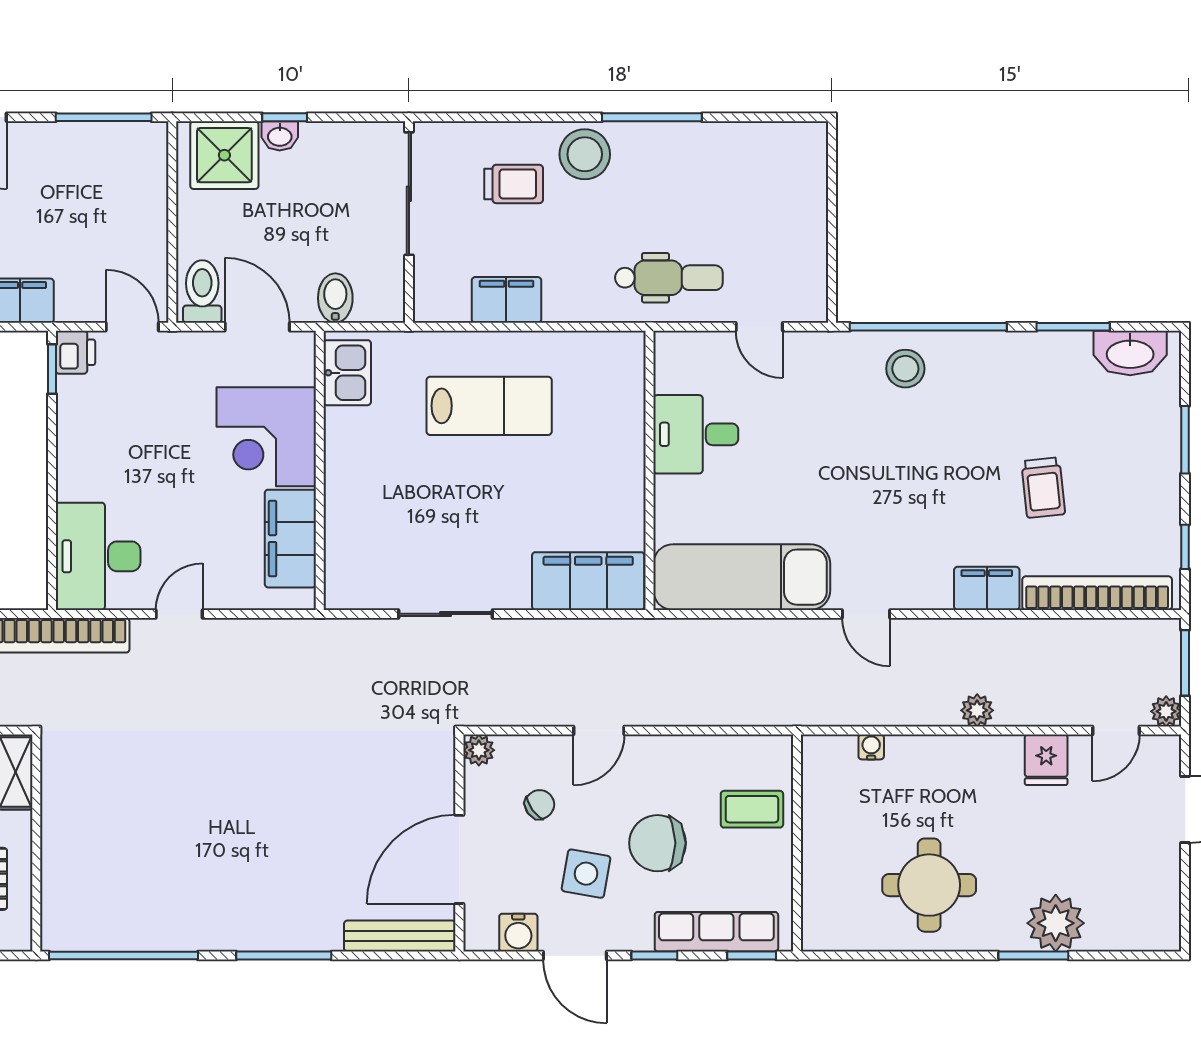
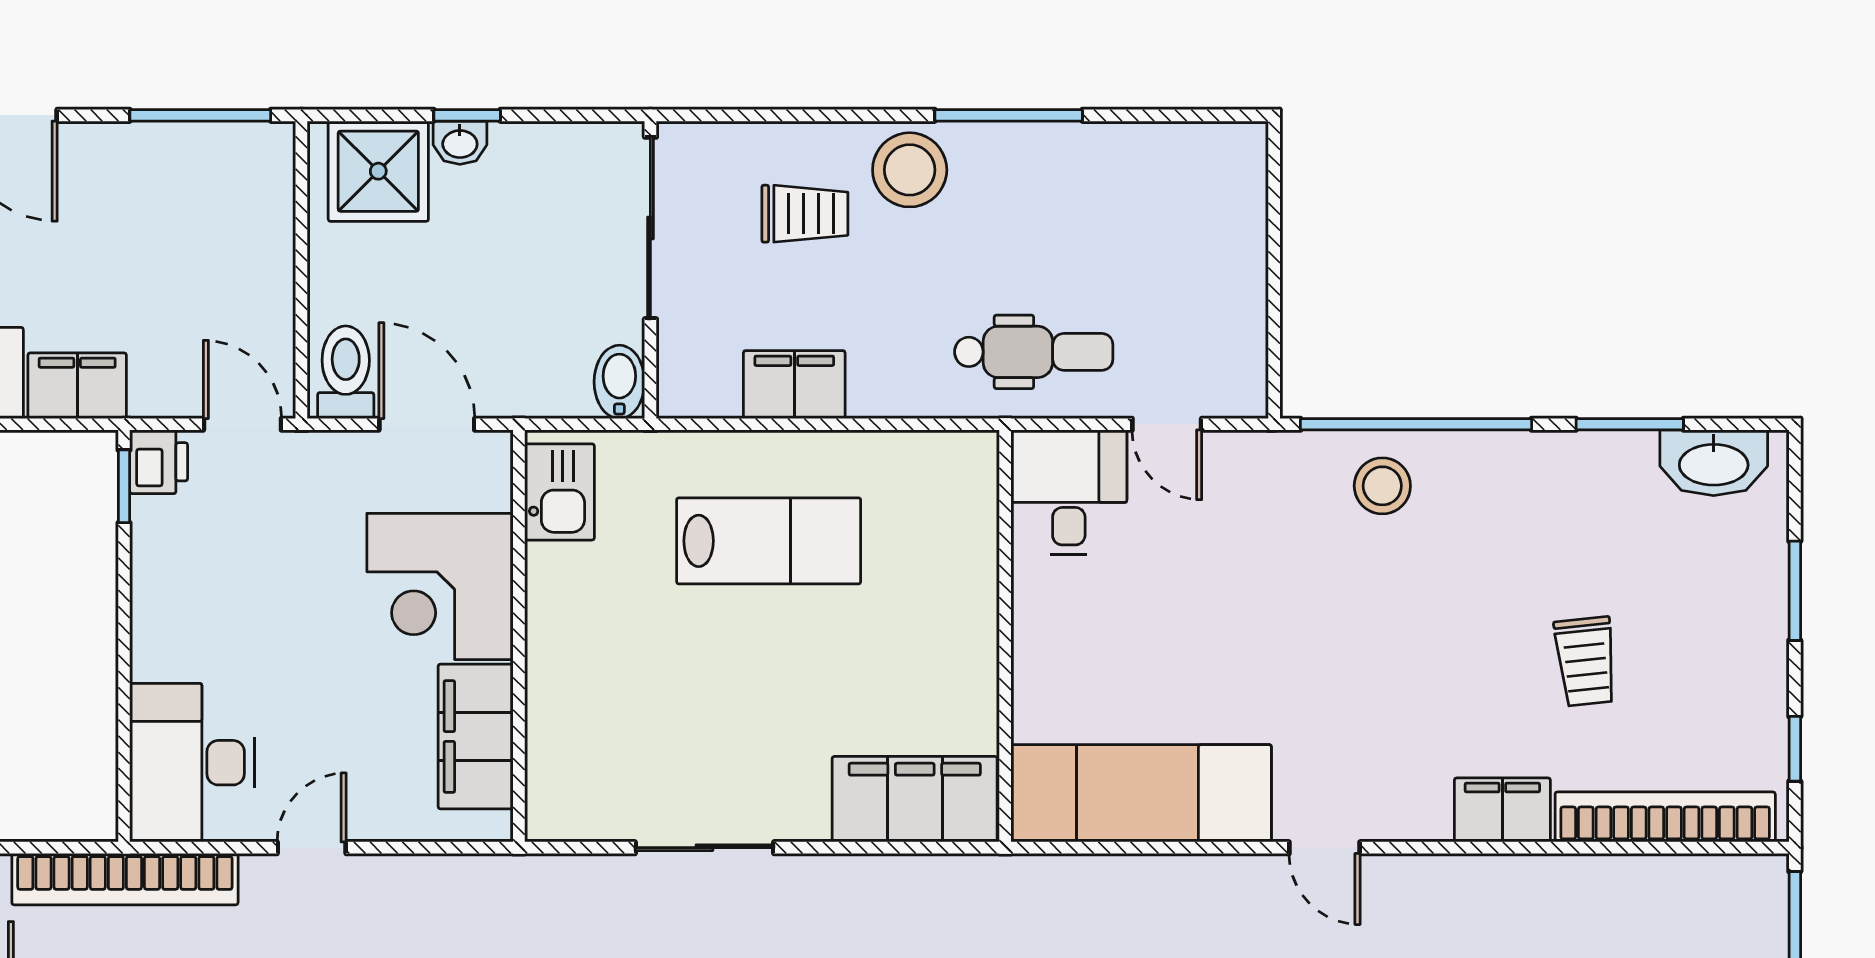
bidet: (335, 298) -> (619, 382), moved
desk: (696, 434) -> (1069, 492), moved, turned 90

